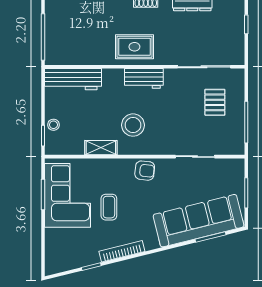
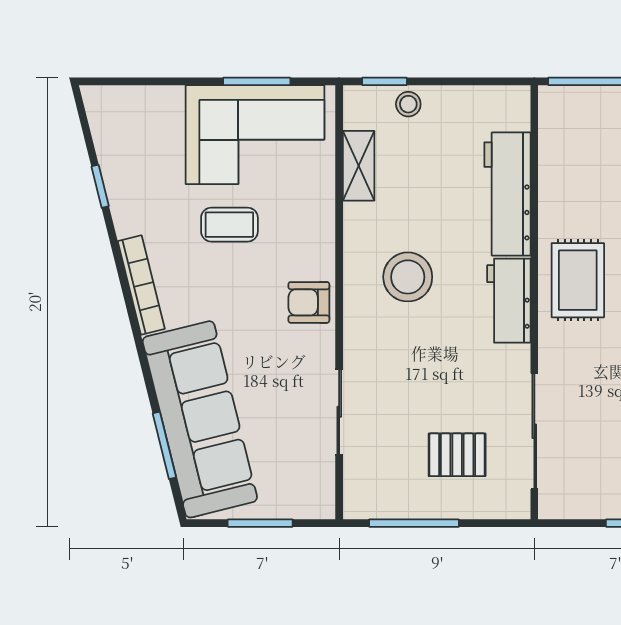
workbench: (73, 79) -> (507, 194), moved
shelving: (101, 148) -> (359, 166), moved
armchair: (145, 171) -> (309, 302), turned 84
bookcase: (122, 251) -> (141, 285), moved

